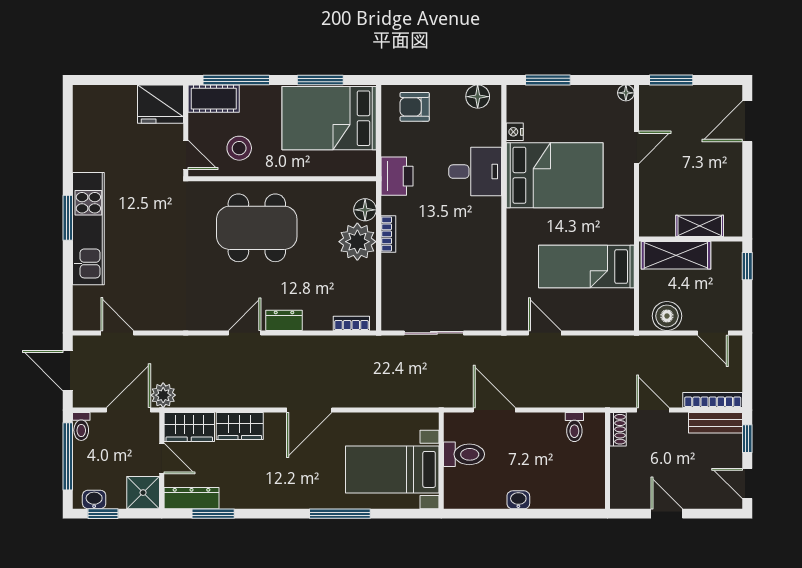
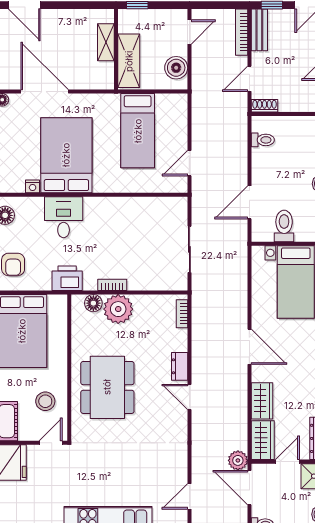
door: (636, 147) -> (45, 92), width x1.88

